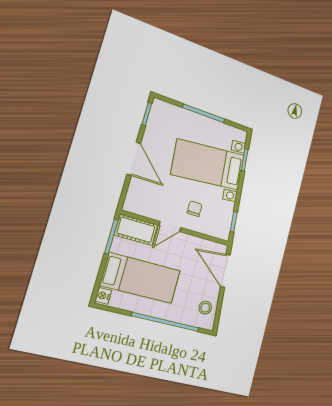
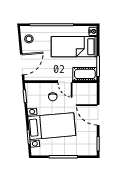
door: (170, 226) -> (65, 82), swing flipped
door: (225, 271) -> (22, 64), hinge flipped

